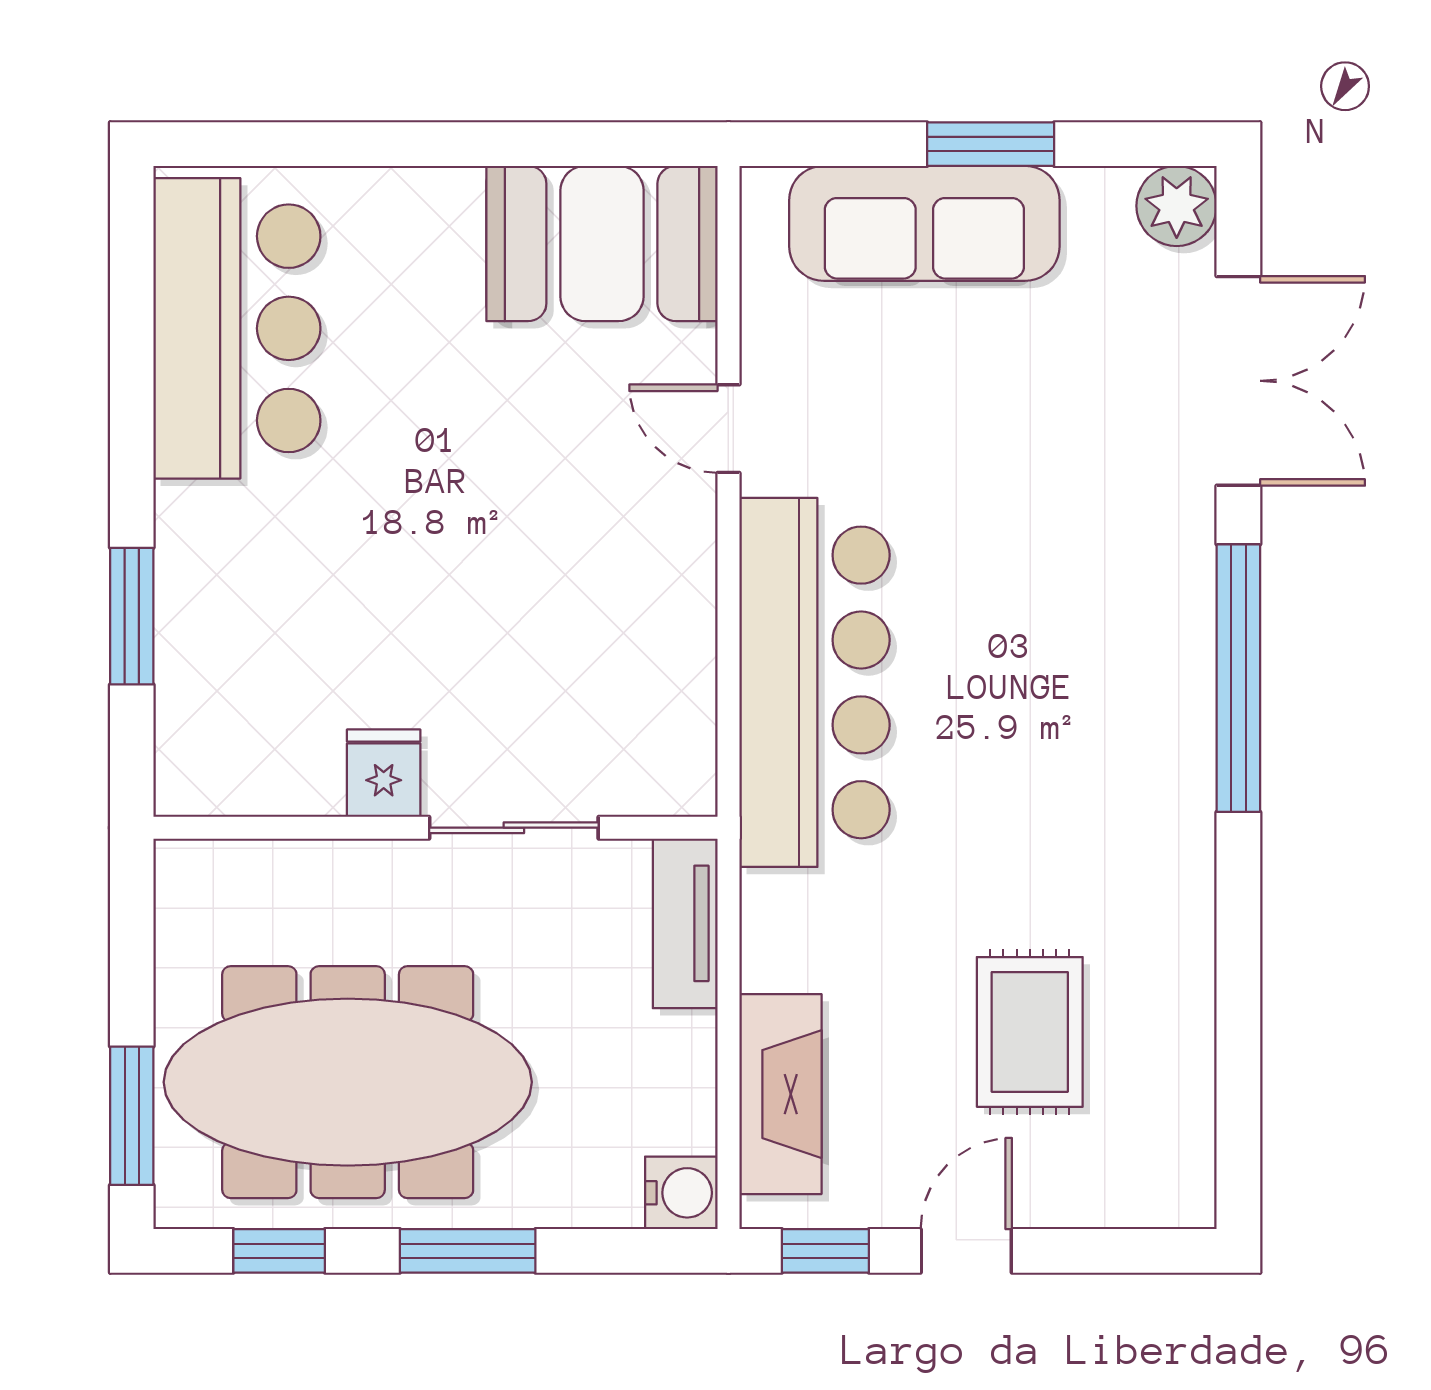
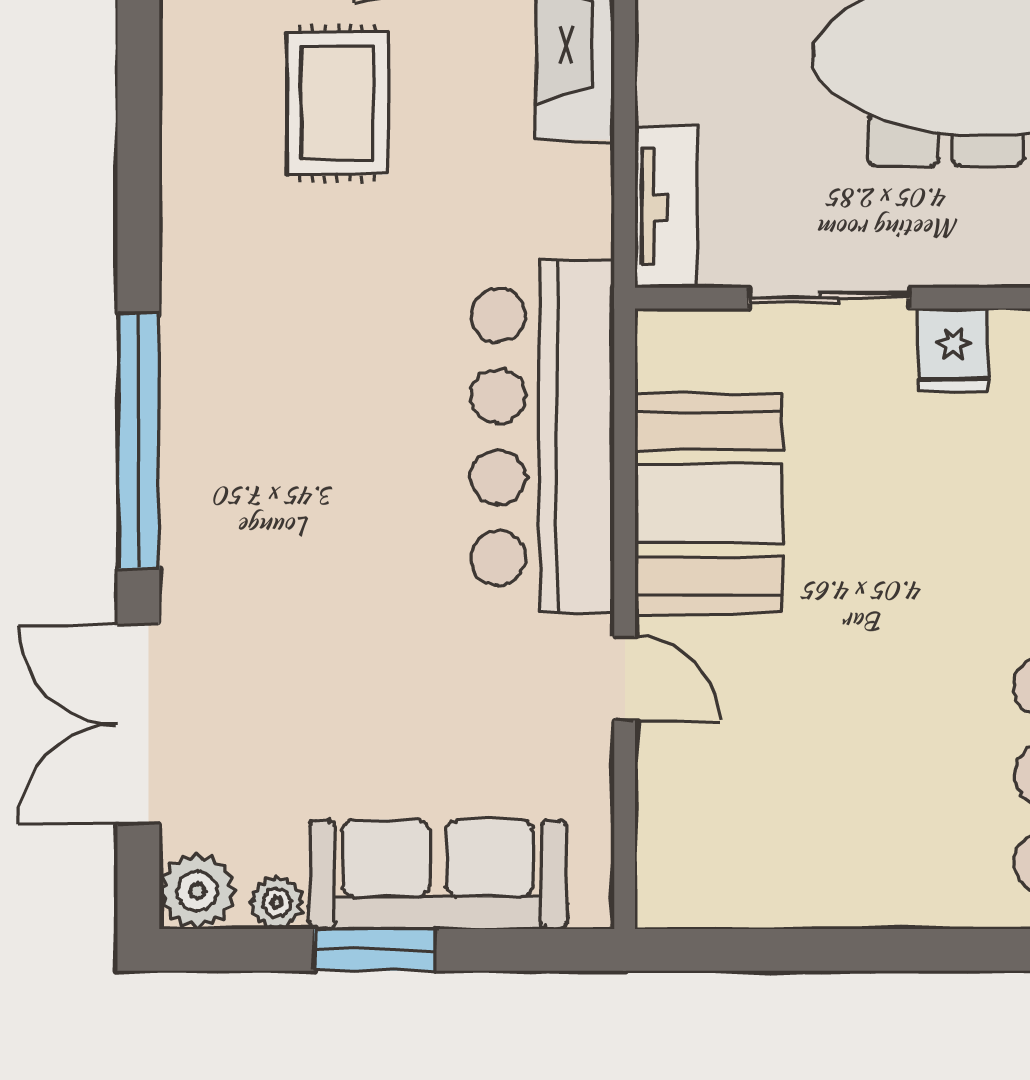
plant: (1093, 194) -> (277, 903), added
booth: (602, 243) -> (709, 504), moved, turned 90

